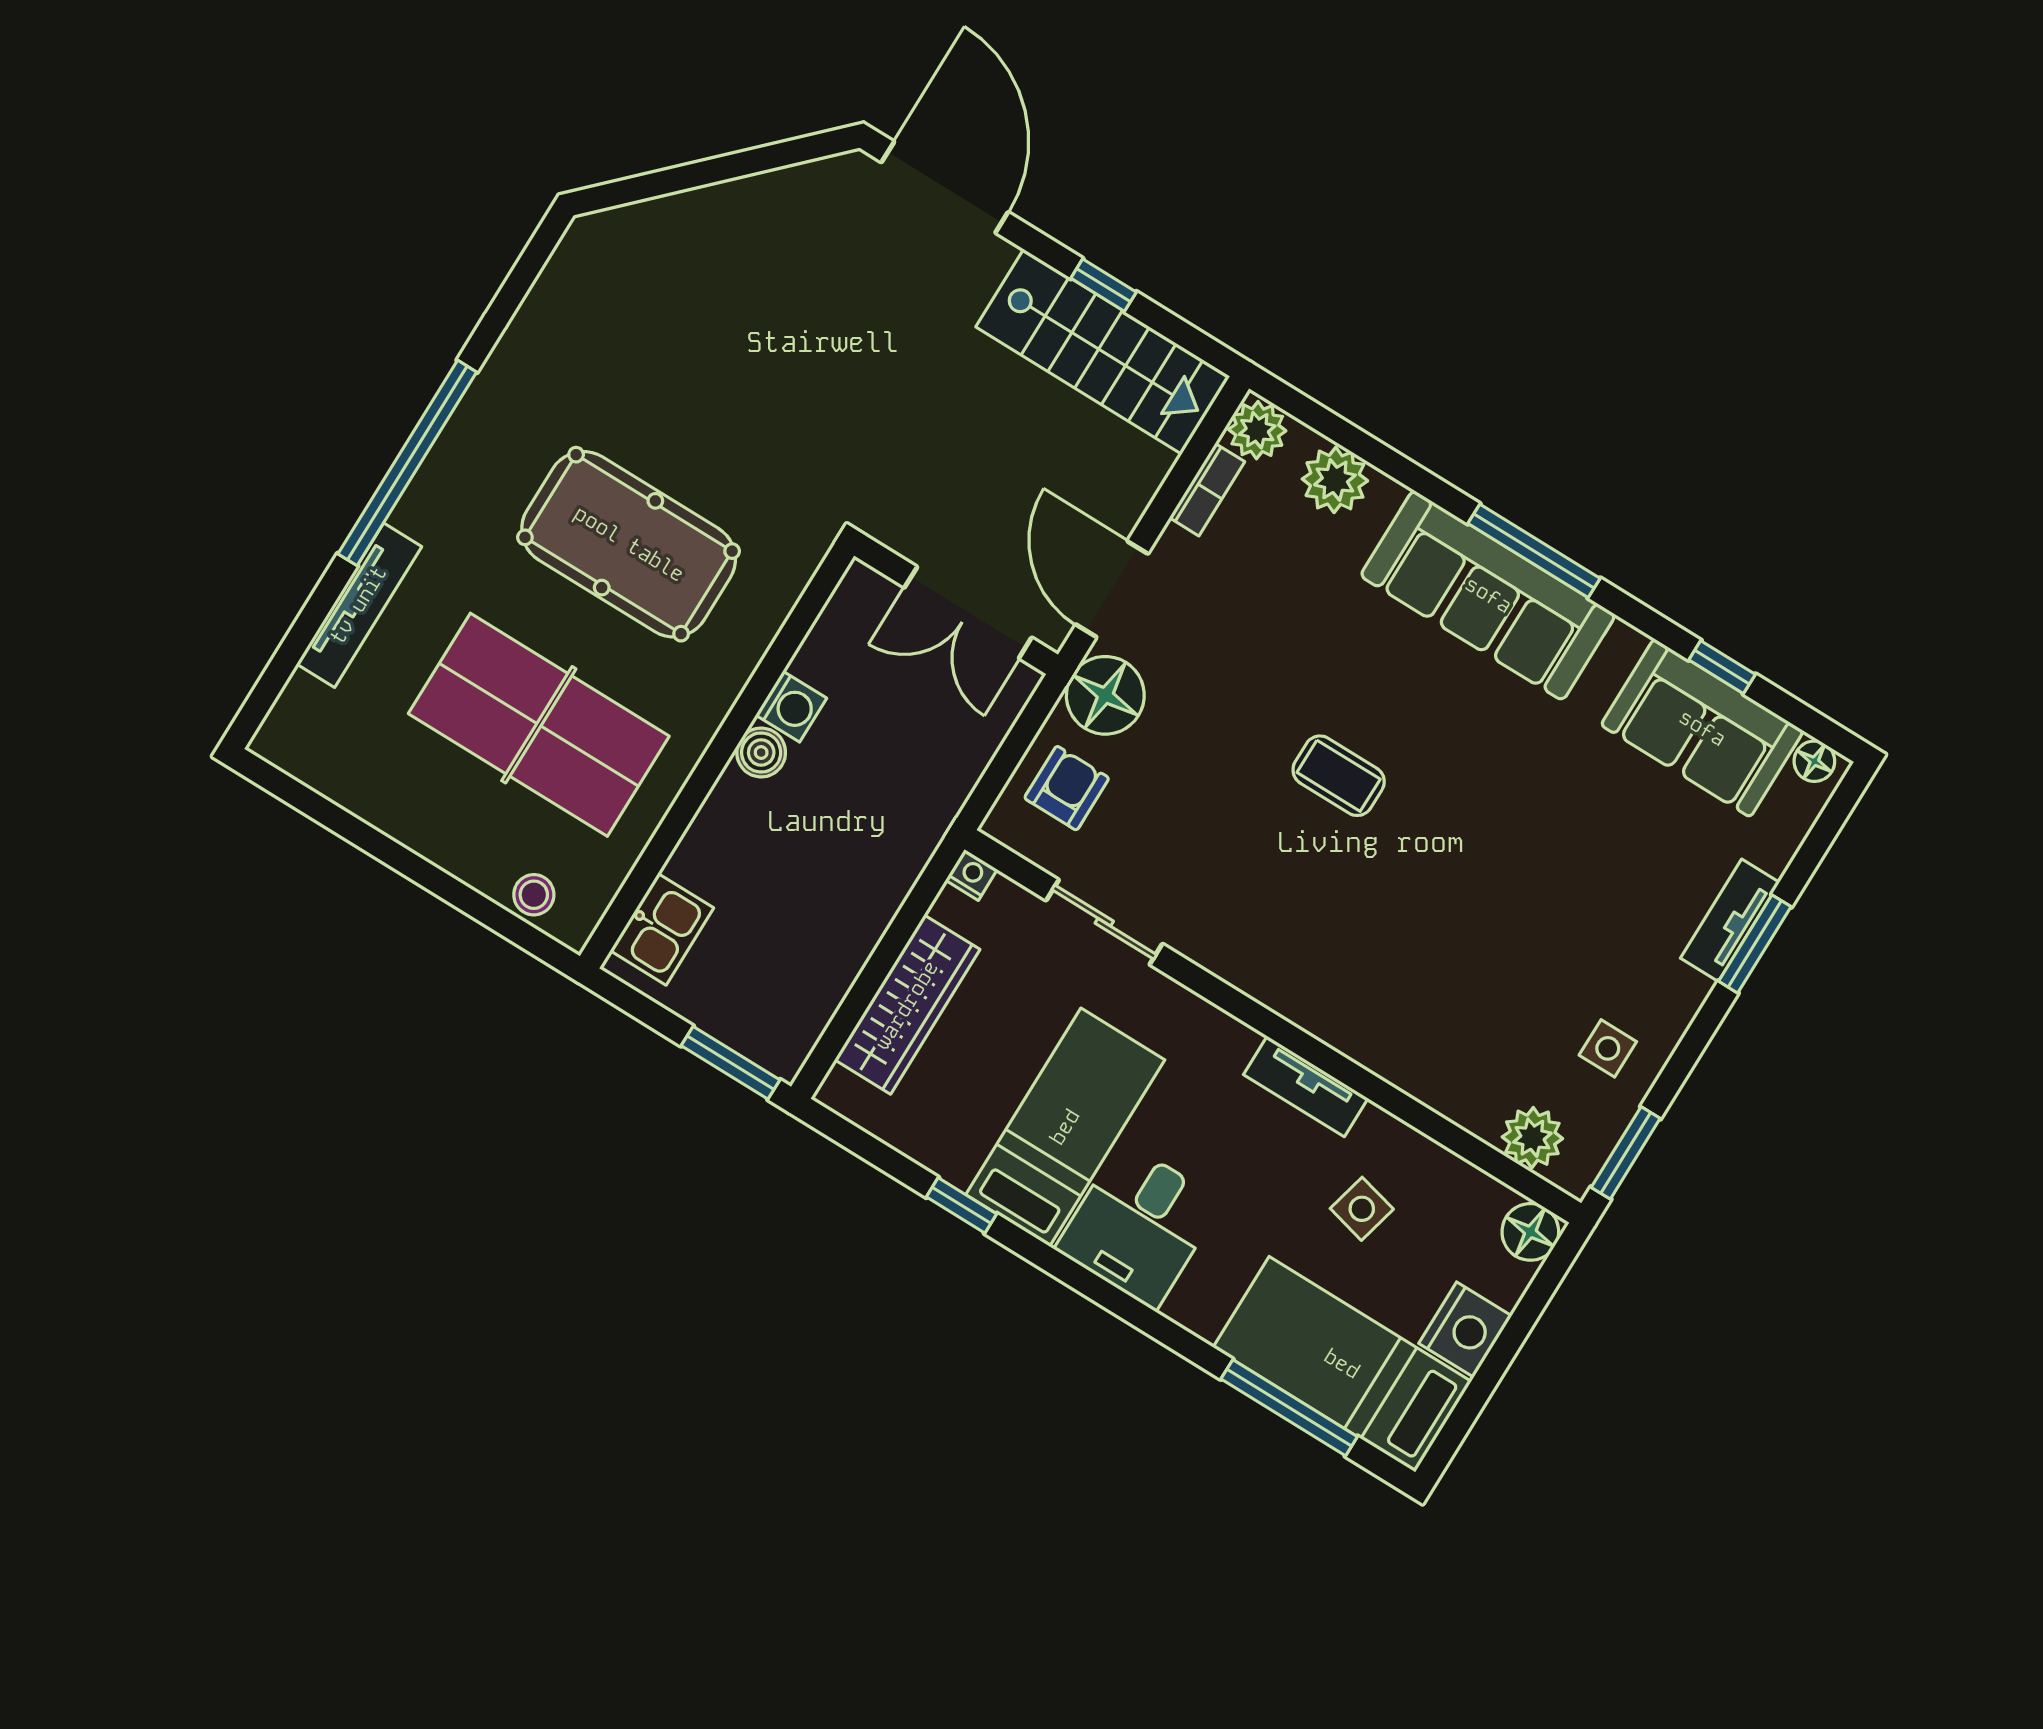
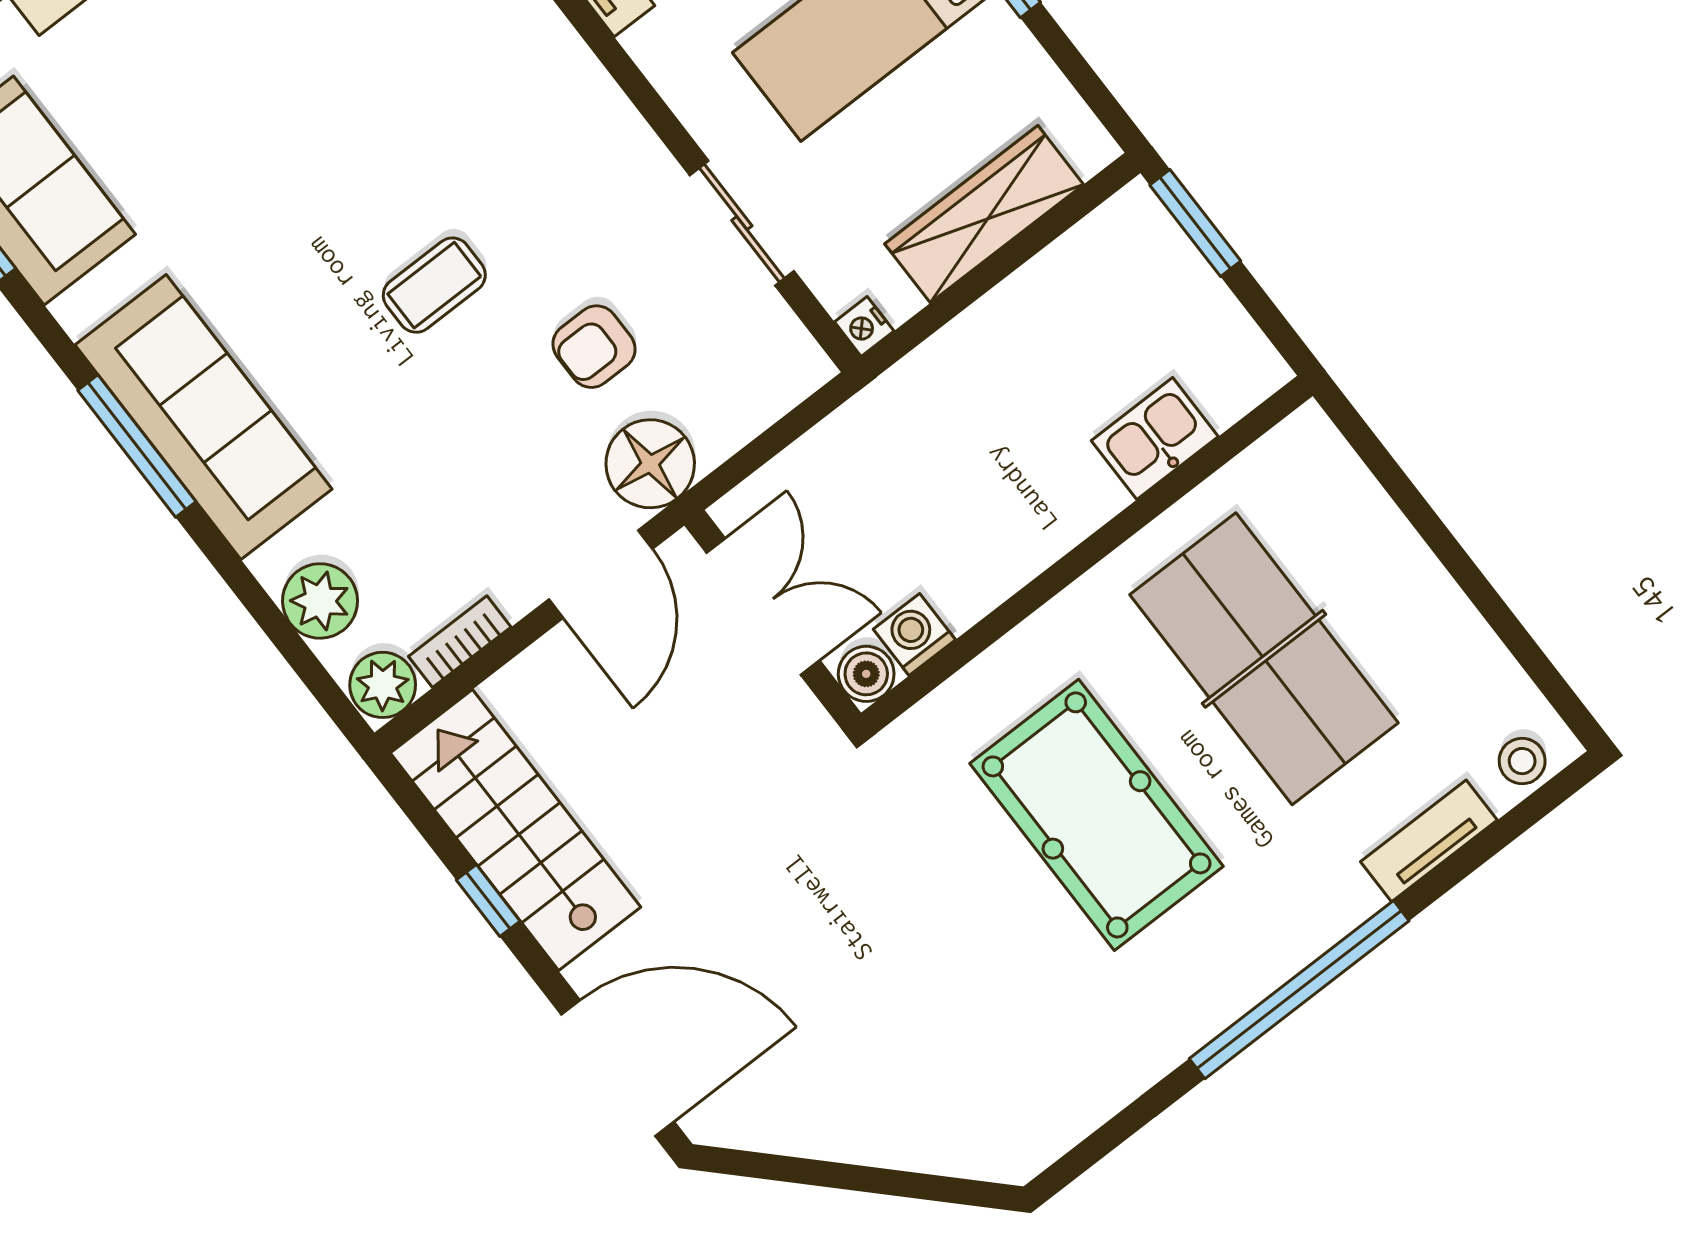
door: (945, 187) -> (618, 1068), swing flipped
tv unit: (359, 605) -> (1429, 841), width x0.71
washing machine: (791, 707) -> (914, 635), moved
boiler: (761, 752) -> (866, 674), moved
coffee table: (1339, 776) -> (434, 285), turned 90
armchair: (1067, 788) -> (594, 347), moved
stool: (534, 895) -> (1522, 761), moved
kitchen sink: (662, 929) -> (1155, 439), moved

